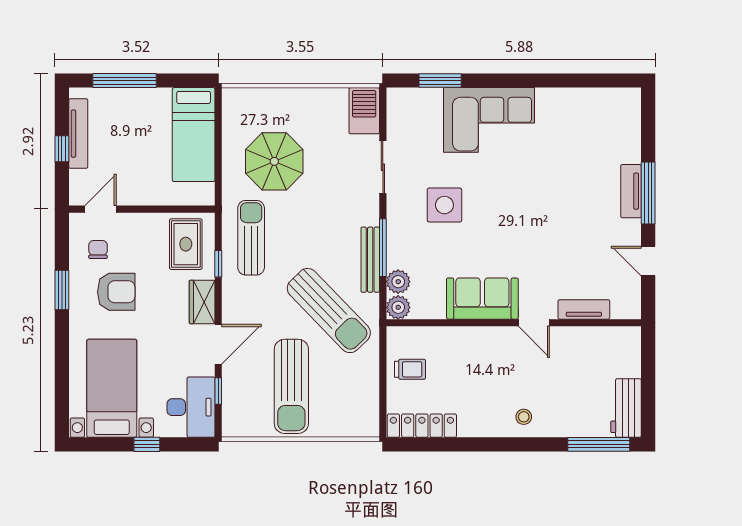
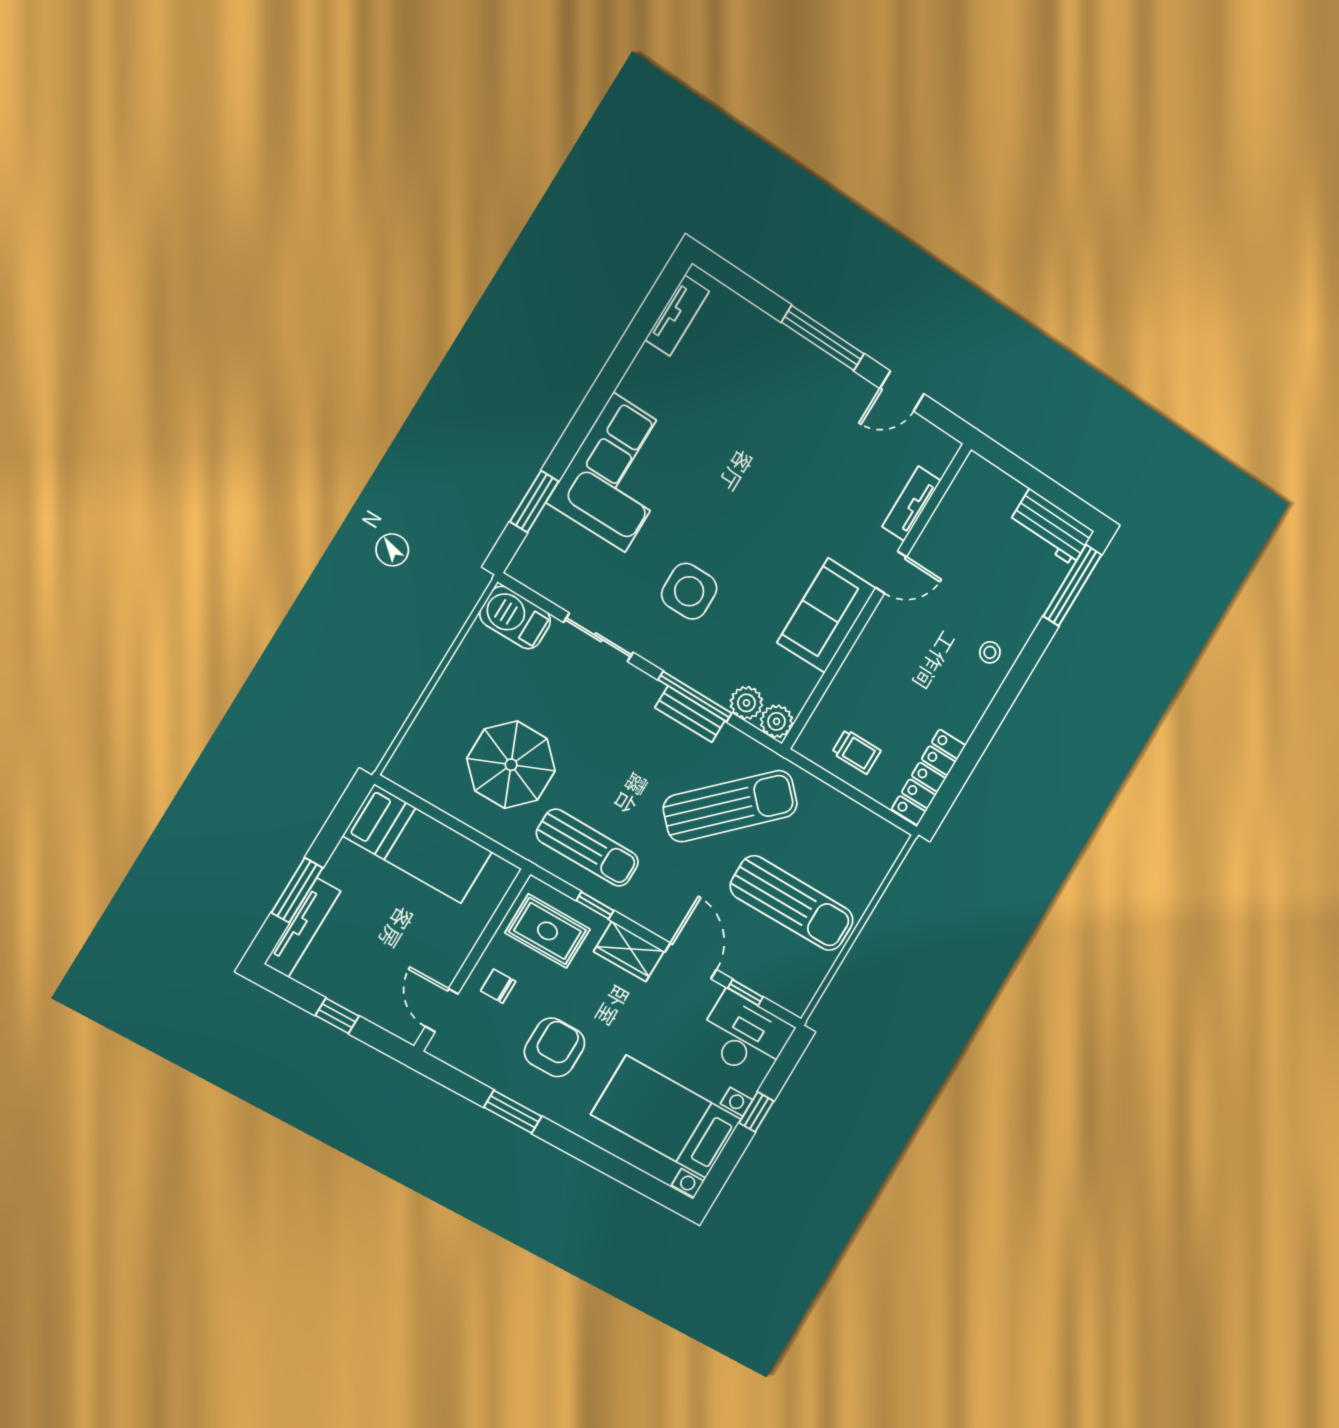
window: (124, 81) -> (297, 890), width x0.69
tv unit: (78, 134) -> (302, 928), moved, turned 90
tv unit: (631, 191) -> (677, 316), moved, turned -90
sun lounger: (251, 238) -> (587, 848), turned 180
chair: (98, 250) -> (498, 986), moved
bench: (370, 260) -> (690, 714), width x0.73
trolley: (410, 369) -> (856, 752), turned 90

